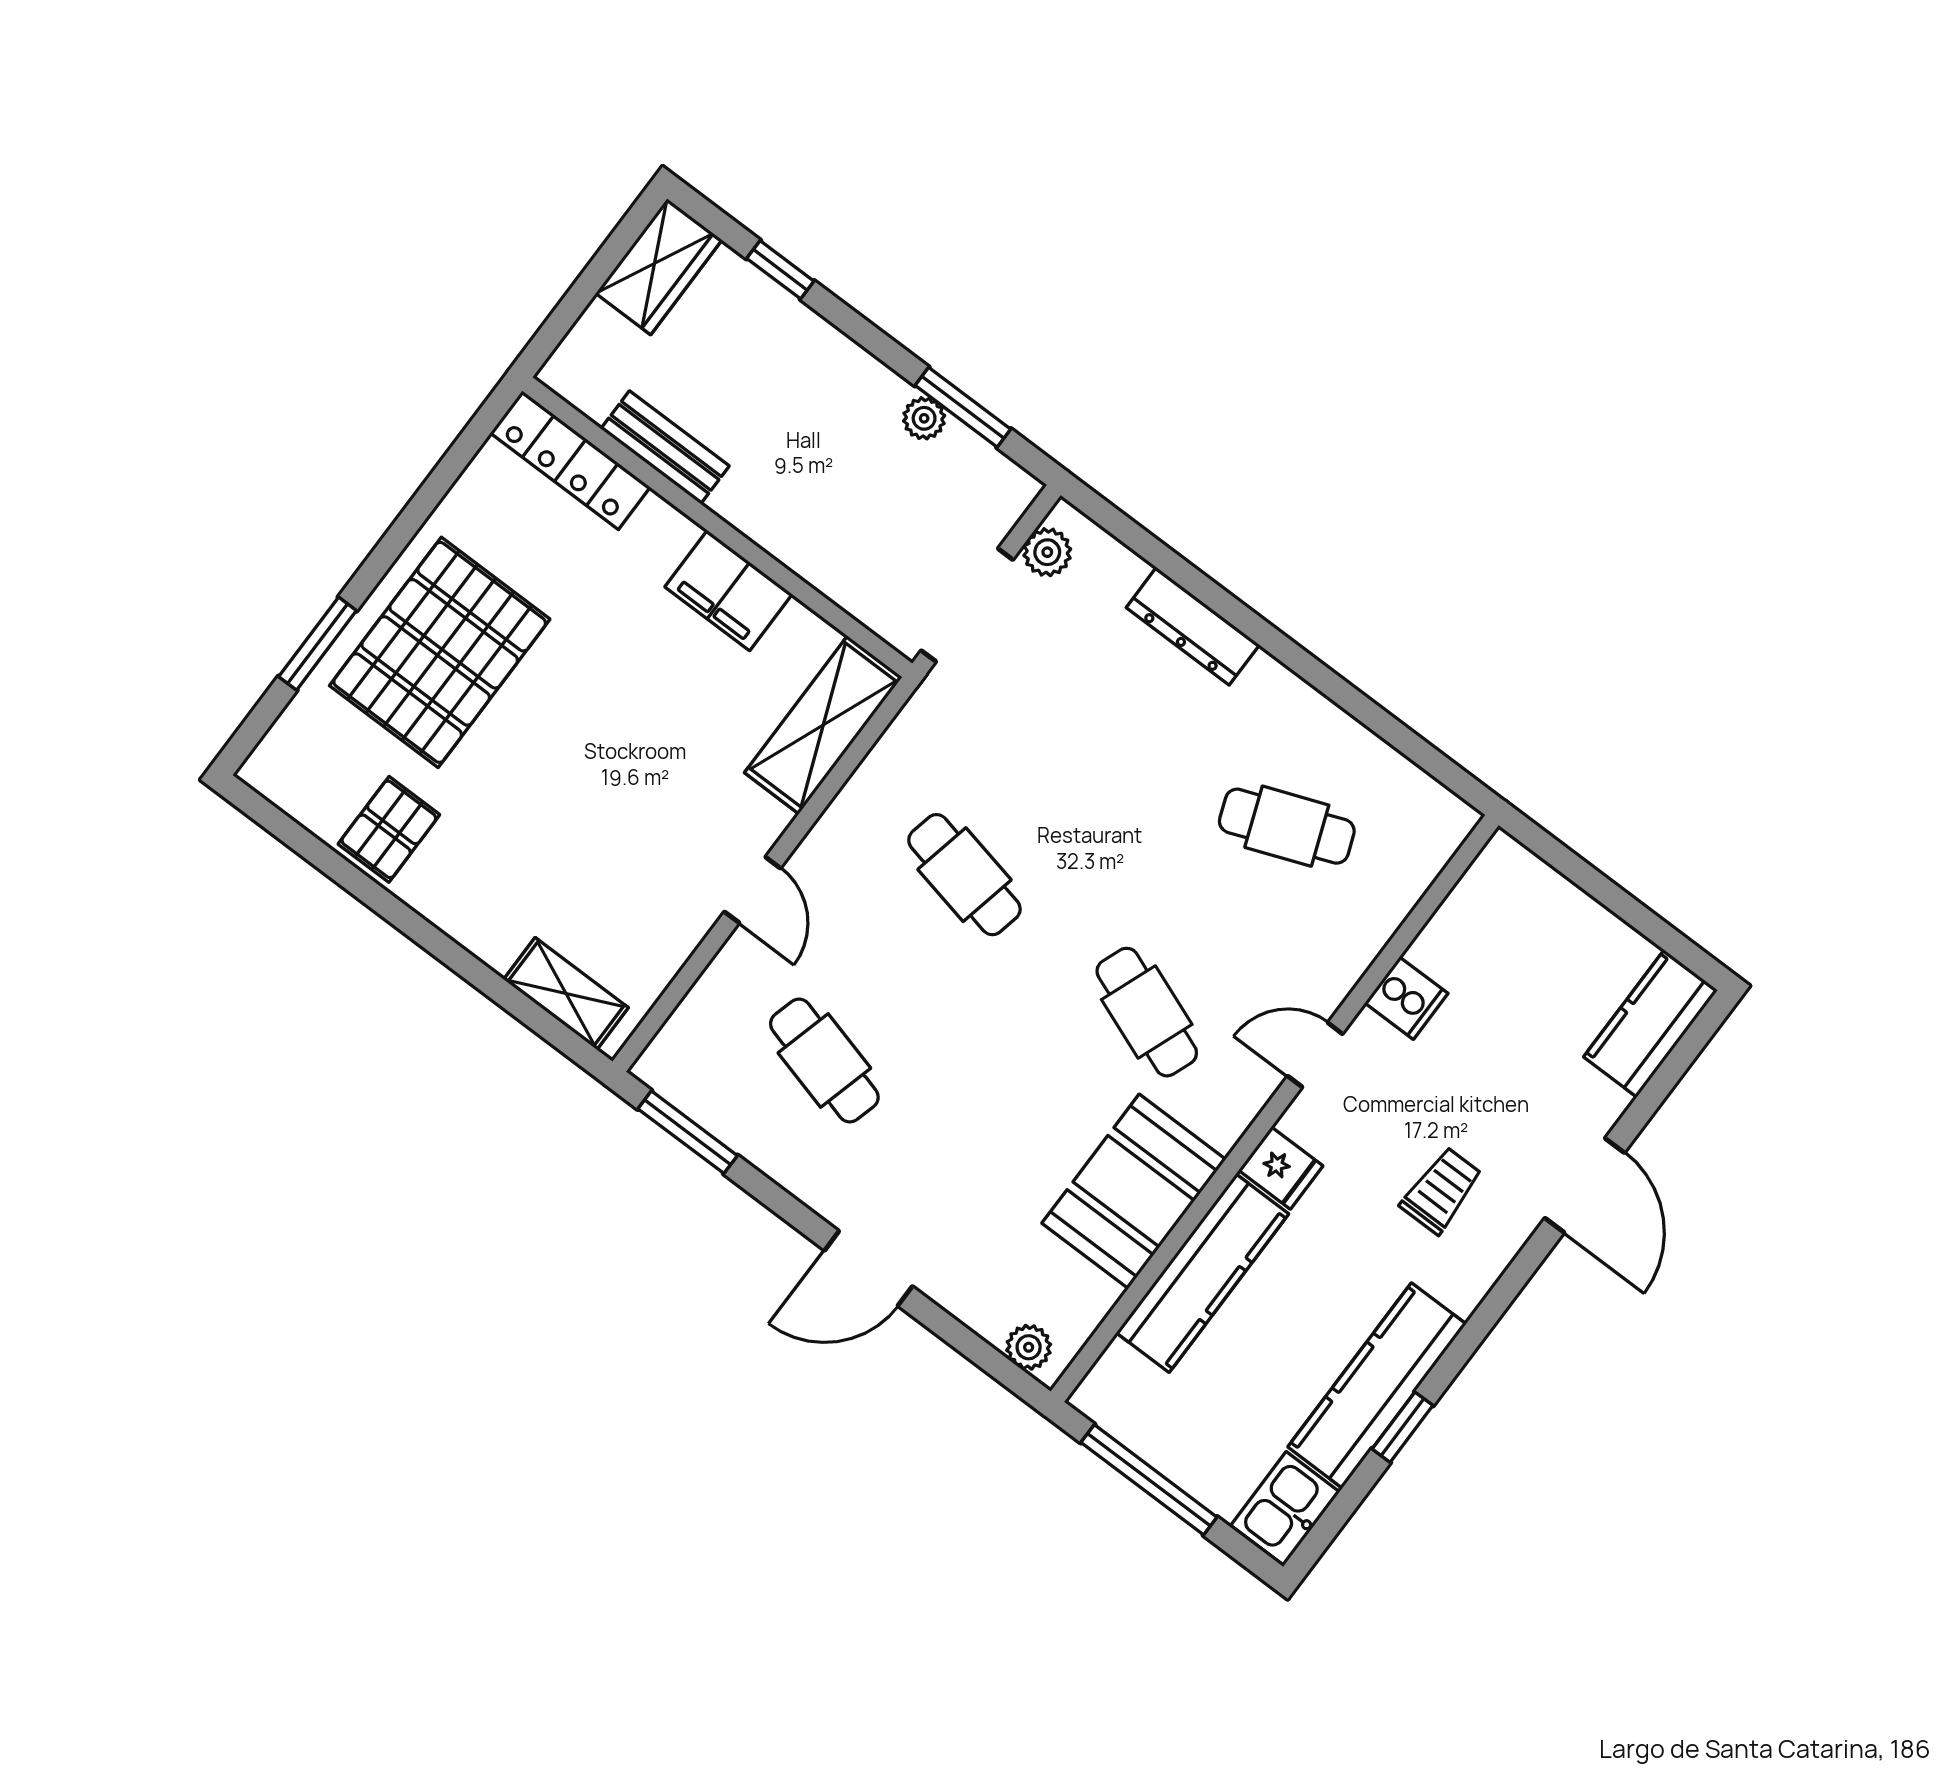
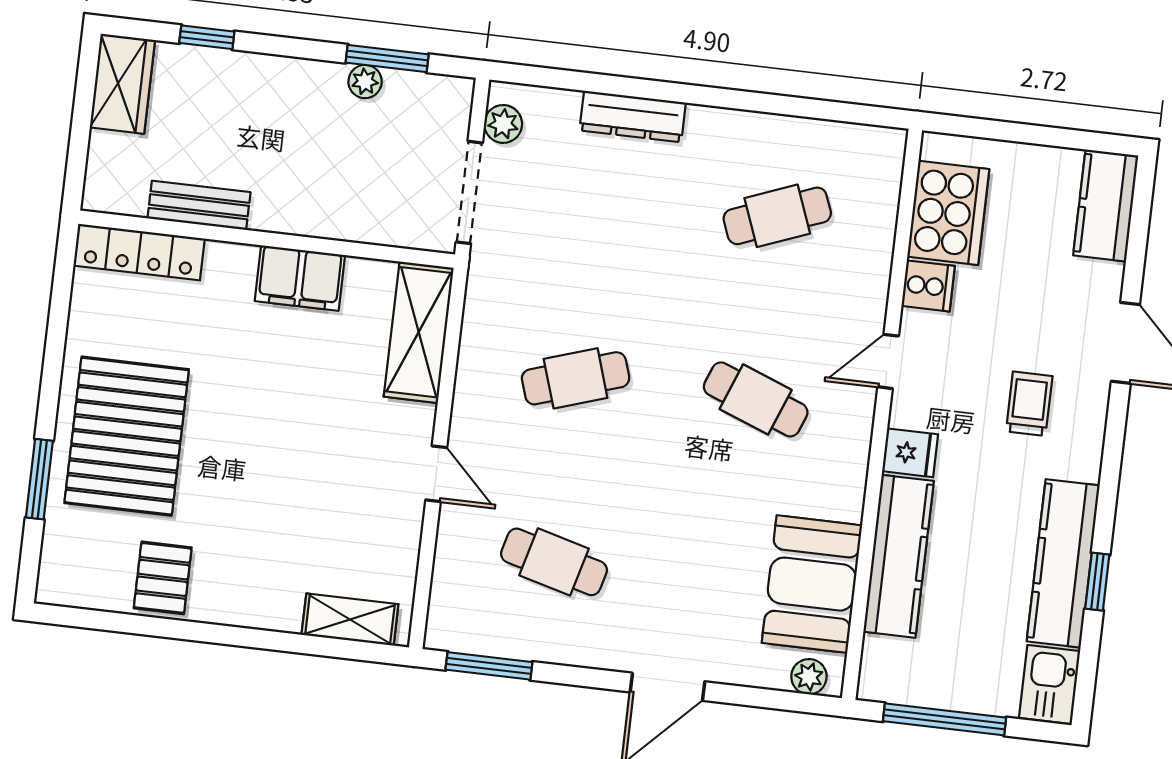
cafe table: (964, 875) -> (576, 378), turned -30
cooker: (1475, 932) -> (948, 213), added
booth: (1134, 1191) -> (812, 584), moved

